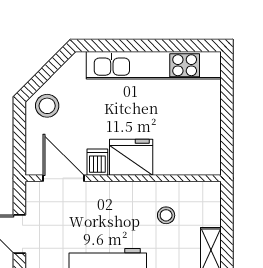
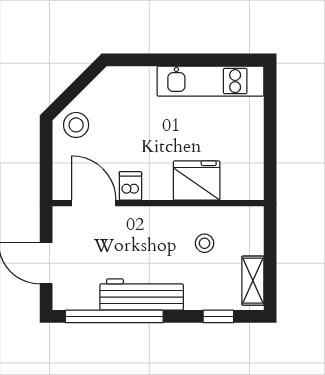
kitchen unit: (154, 65) -> (211, 81), width x0.73
fridge: (131, 157) -> (197, 180), moved

